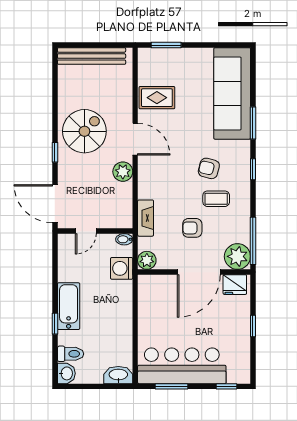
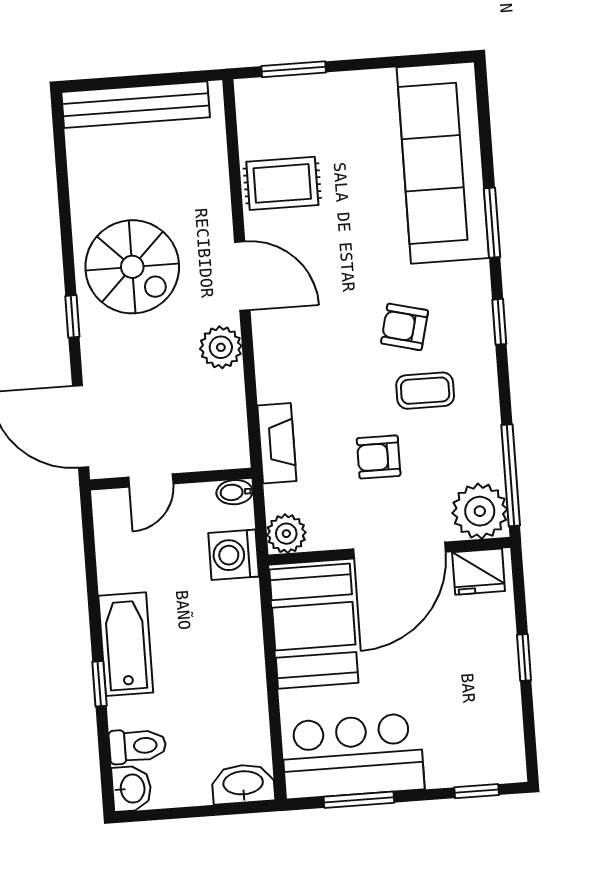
spiral stairs: (84, 131) -> (132, 267), turned 90
booth: (156, 304) -> (314, 626), added
bar counter: (182, 366) -> (353, 756), width x0.73

